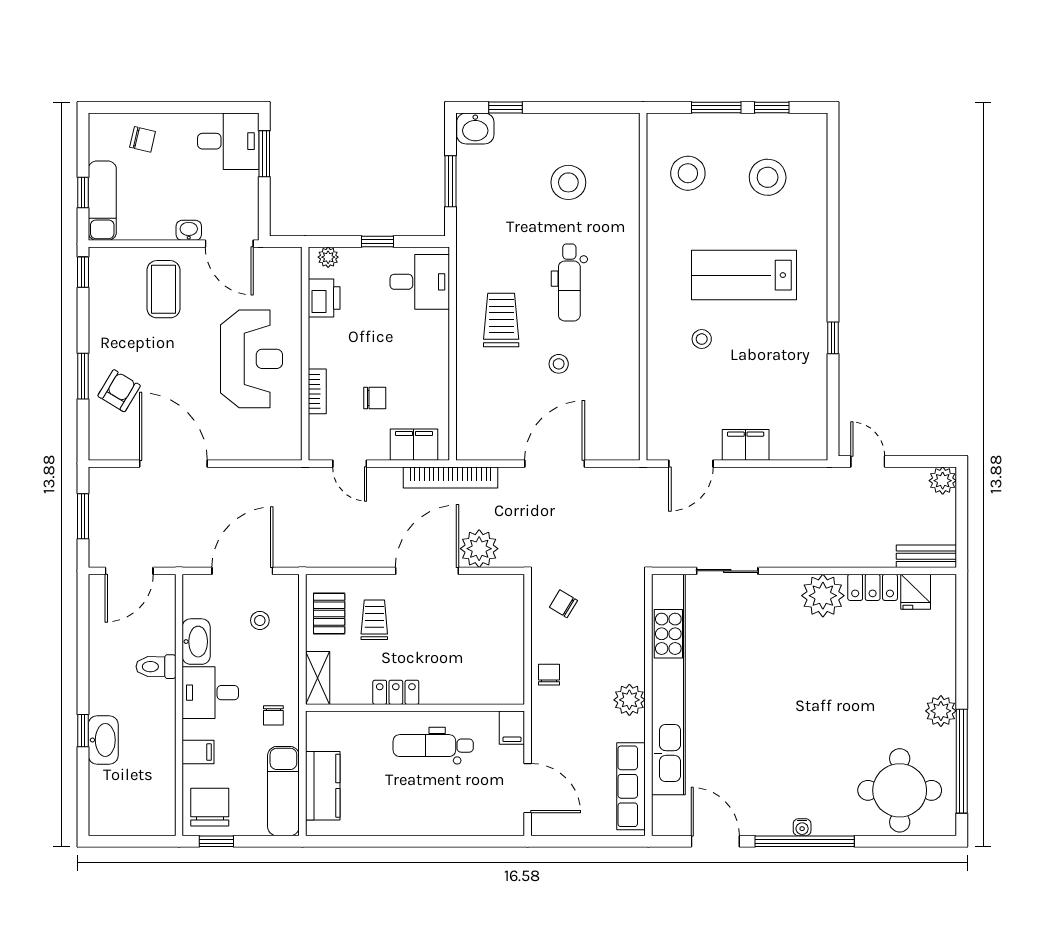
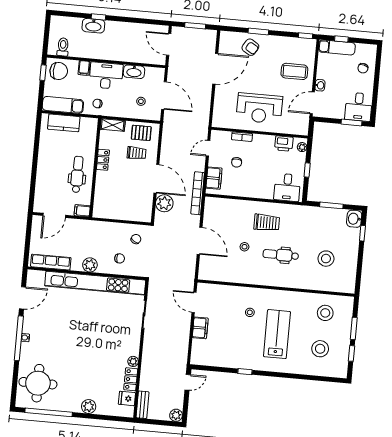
plant: (823, 596) -> (133, 361), width x0.53, depth x0.53
toilet: (156, 667) -> (63, 47), moved
chair: (549, 675) -> (120, 258), moved
desk: (210, 693) -> (106, 76), width x1.37
plant: (941, 711) -> (89, 407), moved

